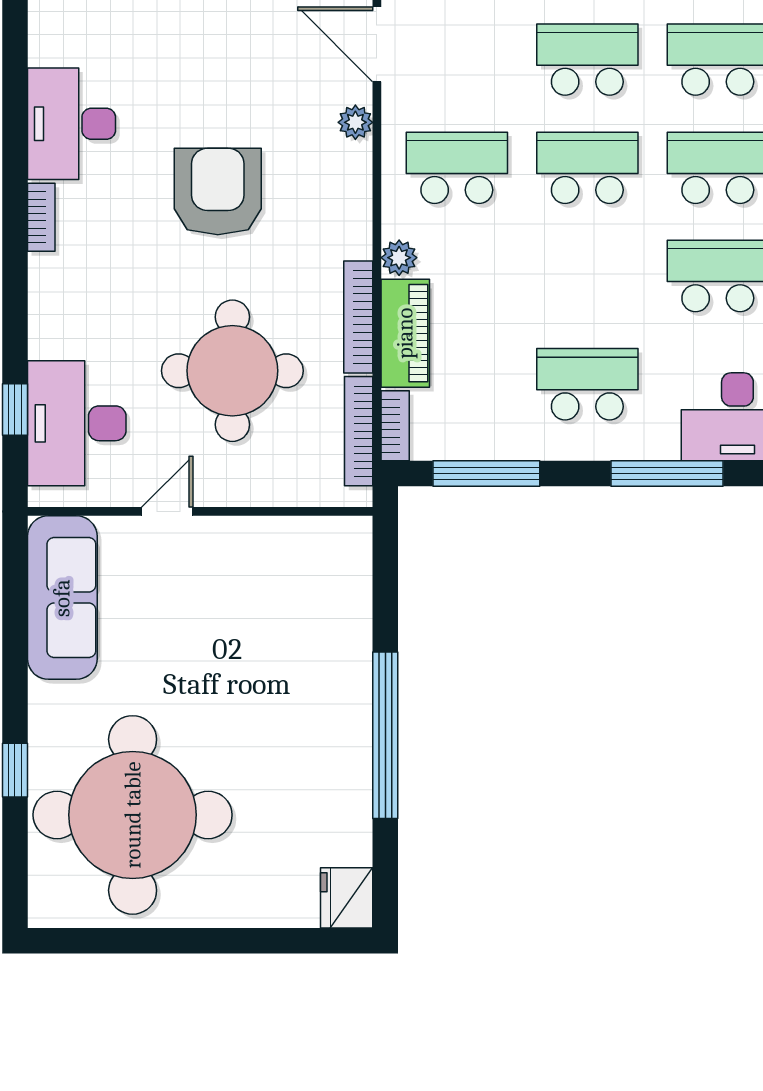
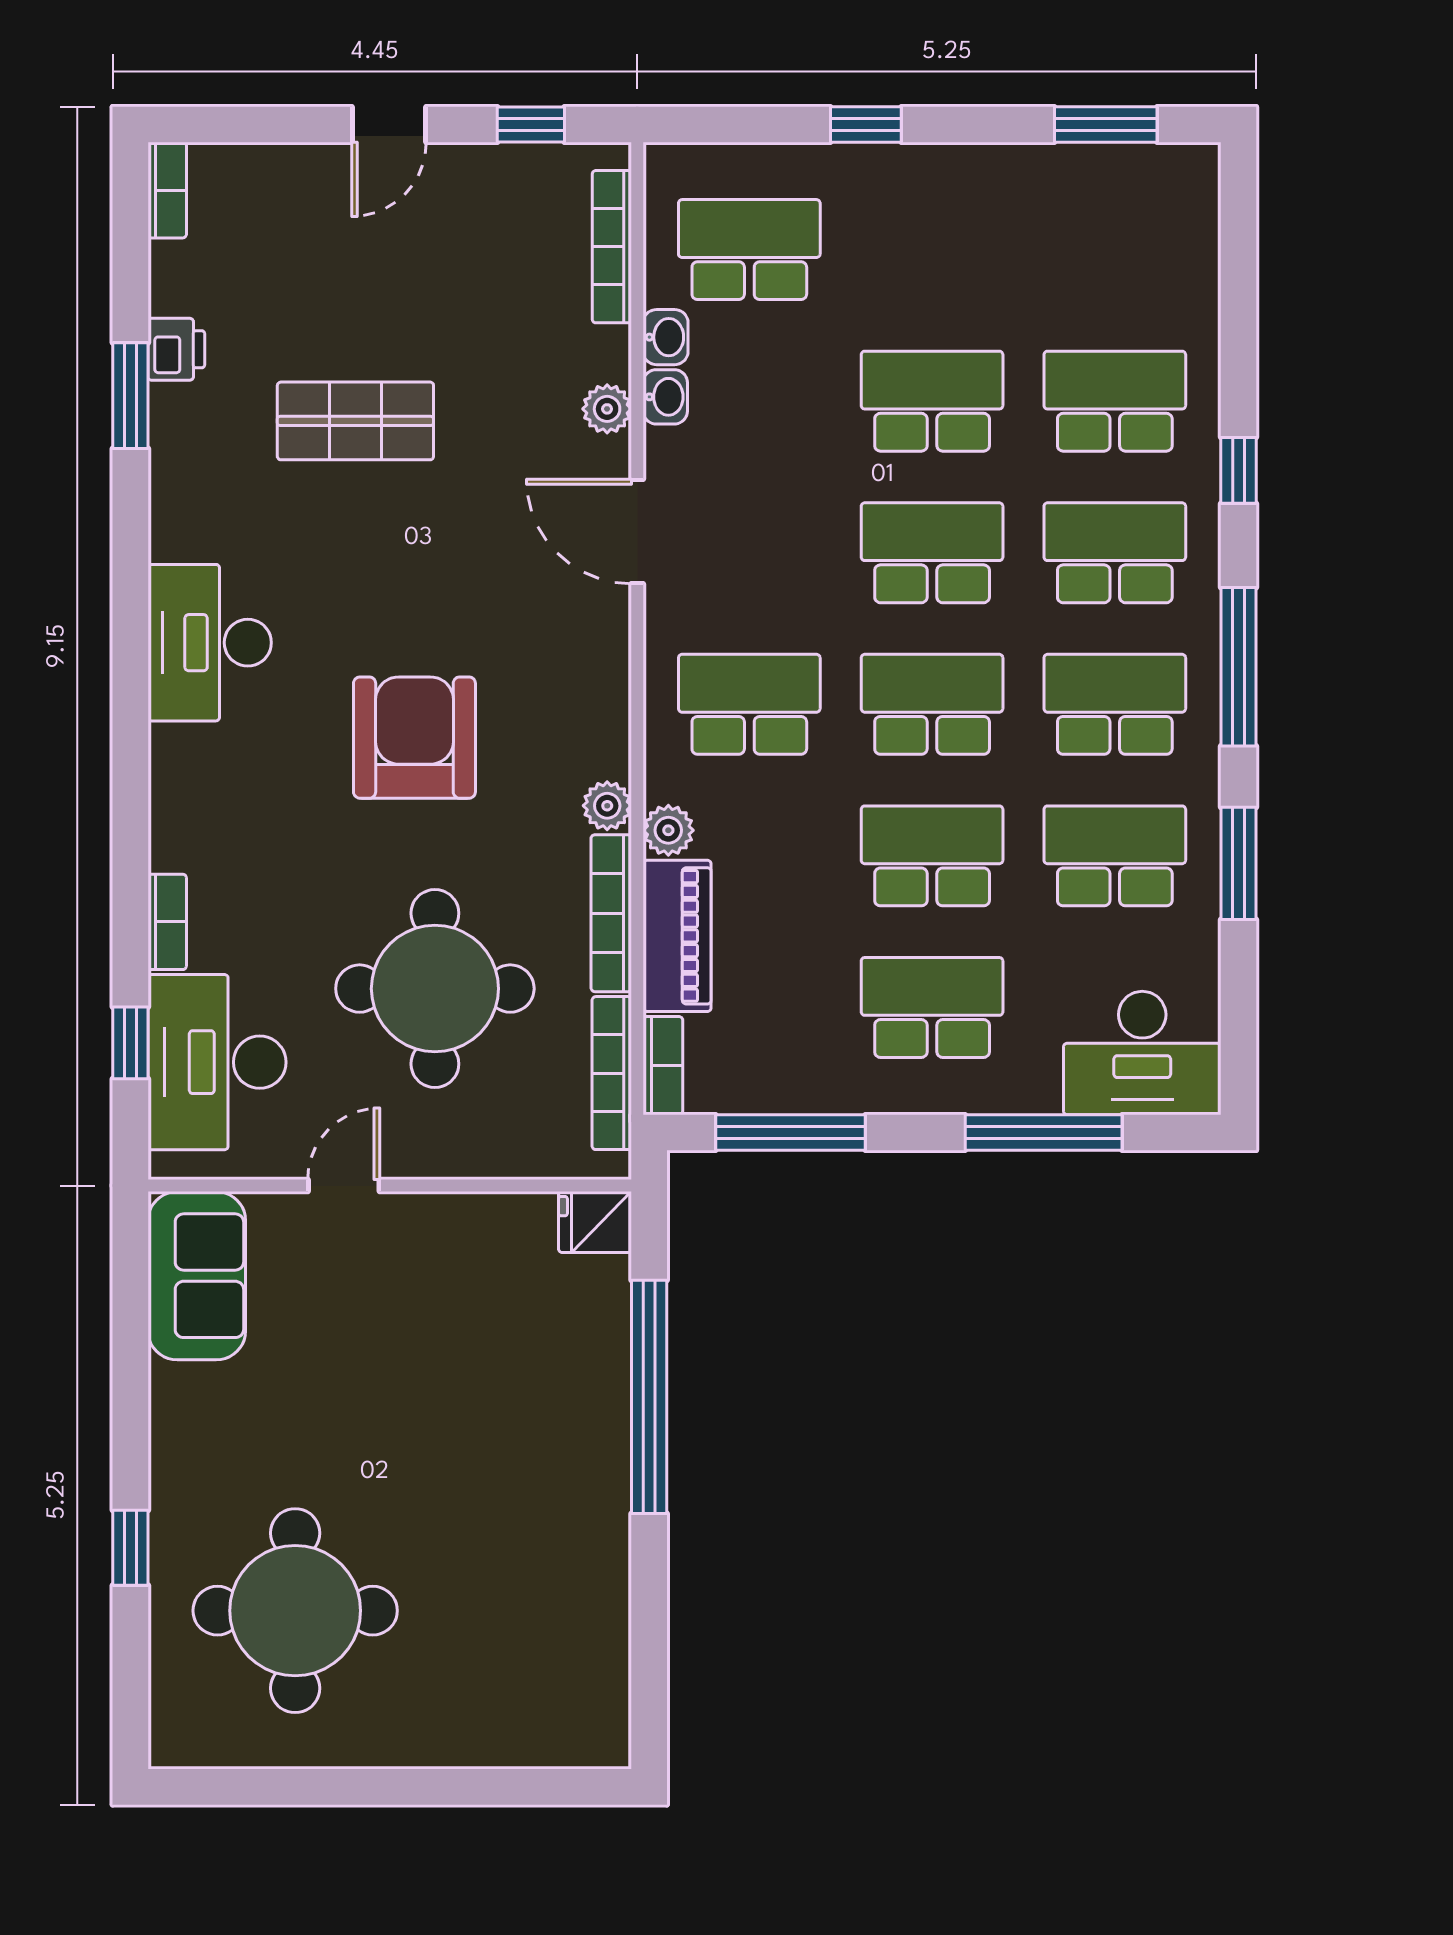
plant: (355, 122) -> (607, 806), moved
bookcase: (41, 217) -> (167, 922), moved
school desk: (587, 276) -> (932, 856), added
sofa: (62, 598) -> (197, 1276), width x0.73
window: (385, 735) -> (649, 1397), moved
round table: (133, 815) -> (295, 1611), width x0.73, depth x0.73
fridge: (347, 898) -> (595, 1222), moved, width x0.72

